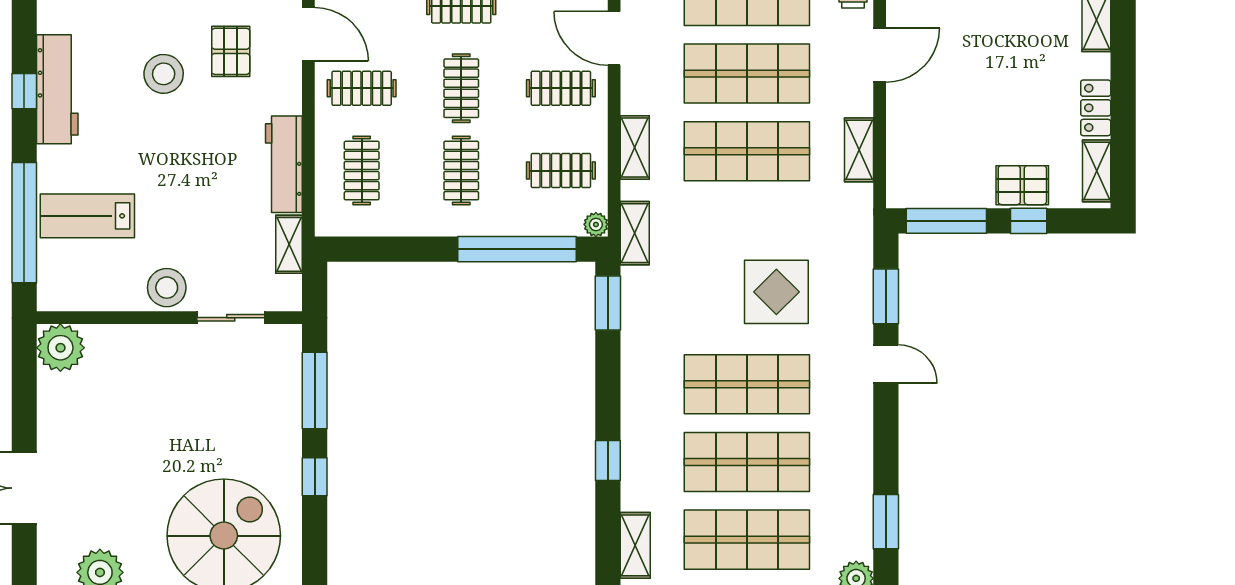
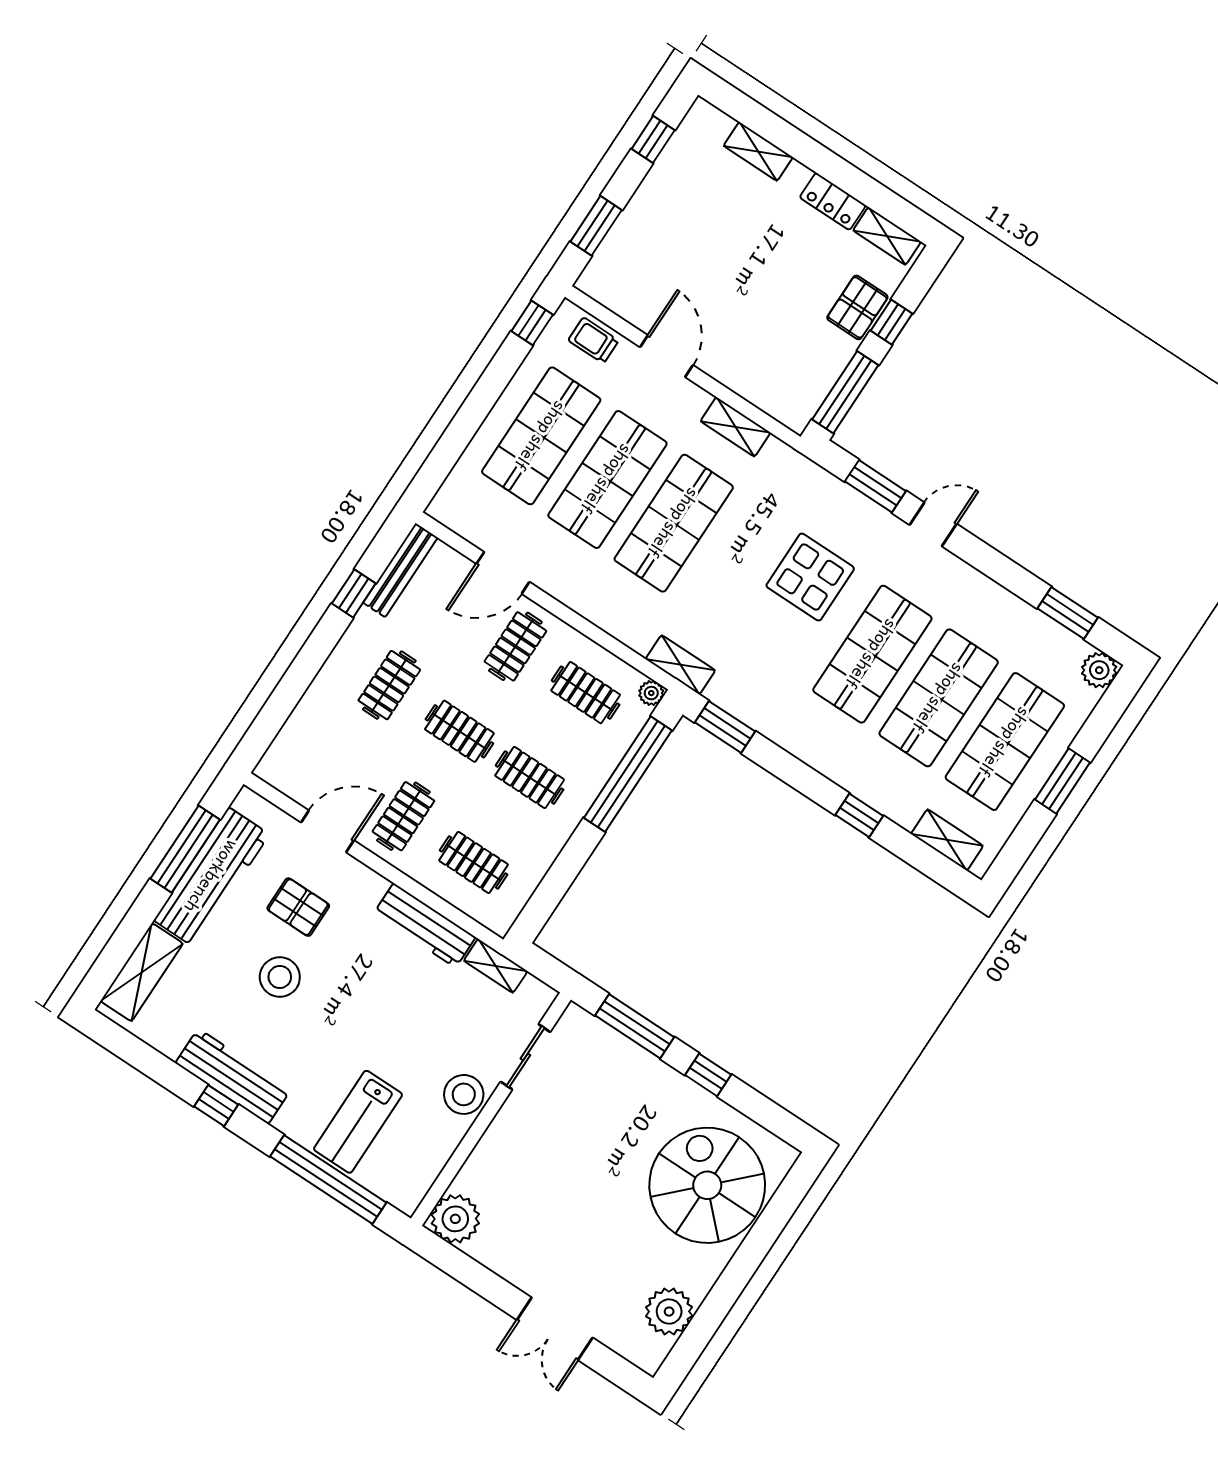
shelving: (635, 148) -> (607, 617), removed
clothes rail: (561, 171) -> (586, 693), turned 90

